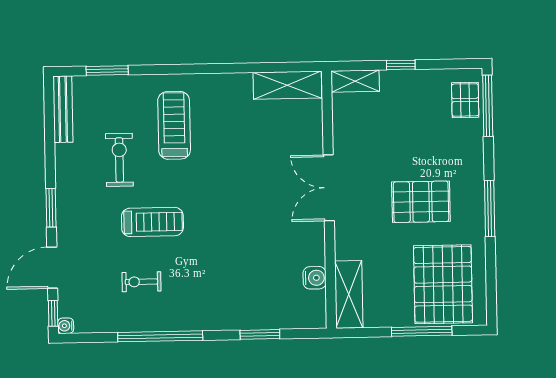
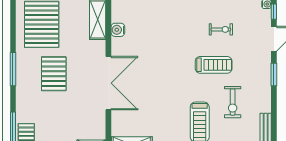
double door: (329, 188) -> (108, 83), width x1.36
pallet: (421, 202) -> (54, 74), turned 90
treadmill: (152, 222) -> (214, 65), turned 180

